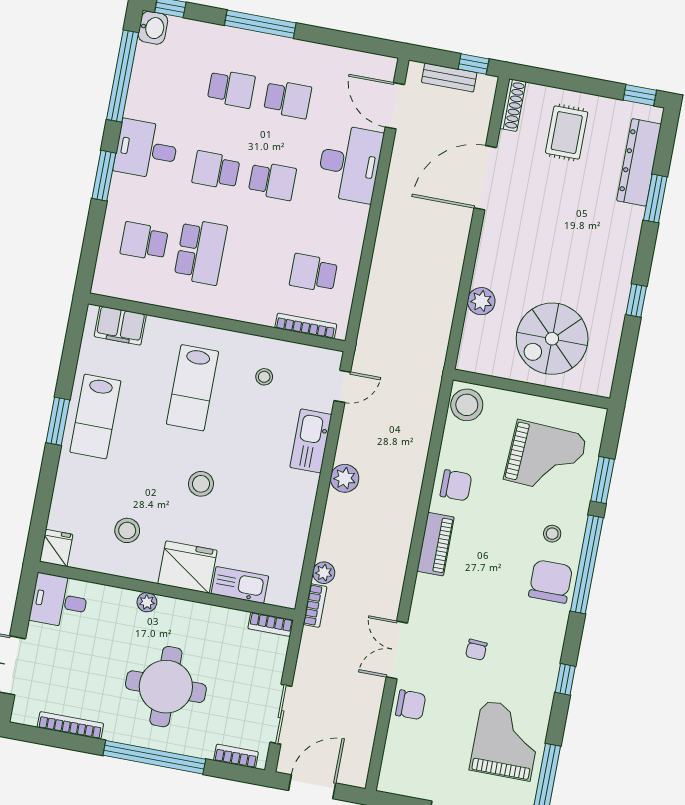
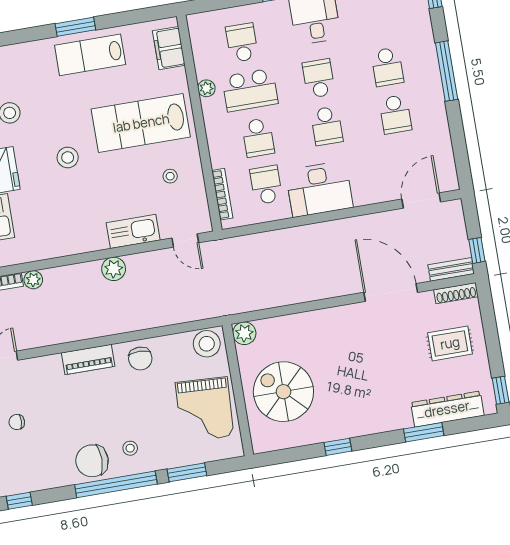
bench: (449, 78) -> (451, 269), moved, turned 90
desk: (350, 164) -> (319, 189), moved
school desk: (257, 262) -> (258, 138), added
plant: (181, 300) -> (206, 88), added
plant: (481, 301) -> (244, 333), moved
lab bench: (192, 388) -> (141, 123), width x1.36, depth x1.39
grand piano: (545, 458) -> (205, 409), moved
chair: (551, 581) -> (92, 461), turned 180

